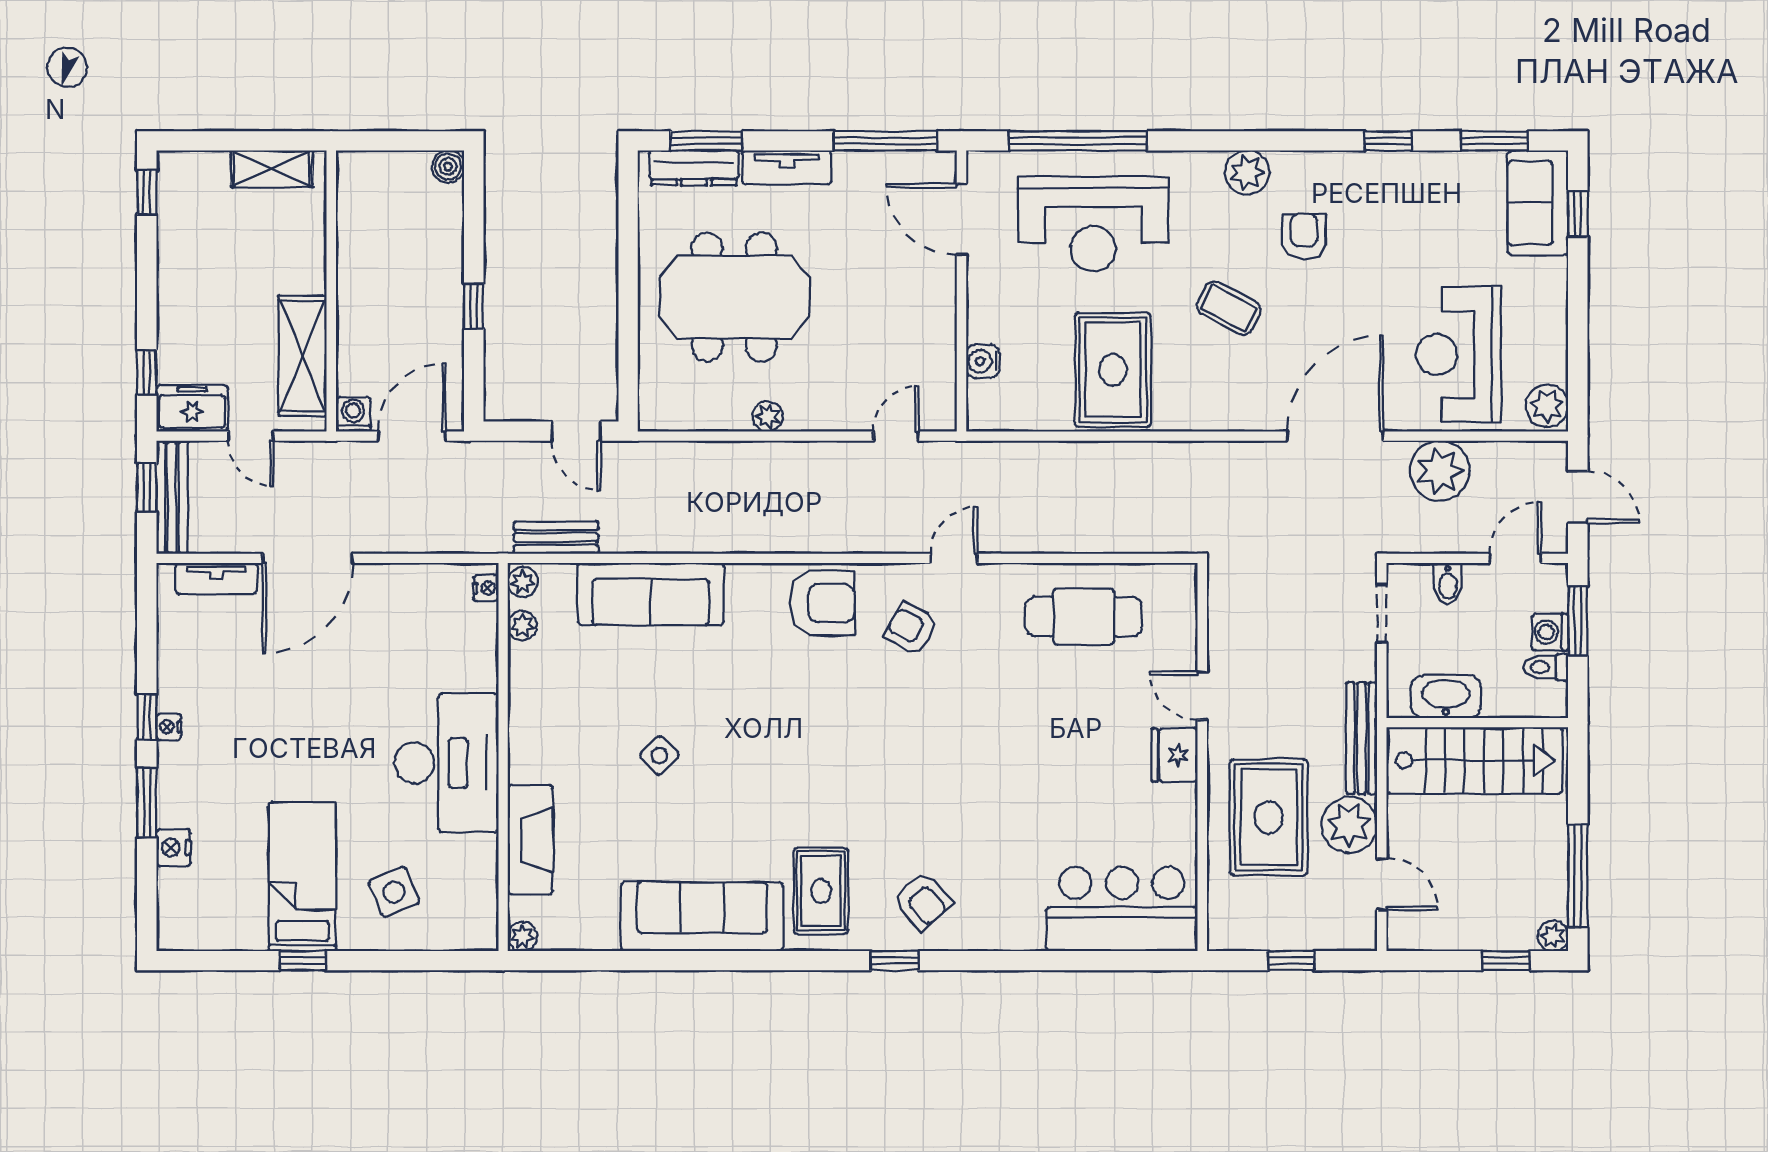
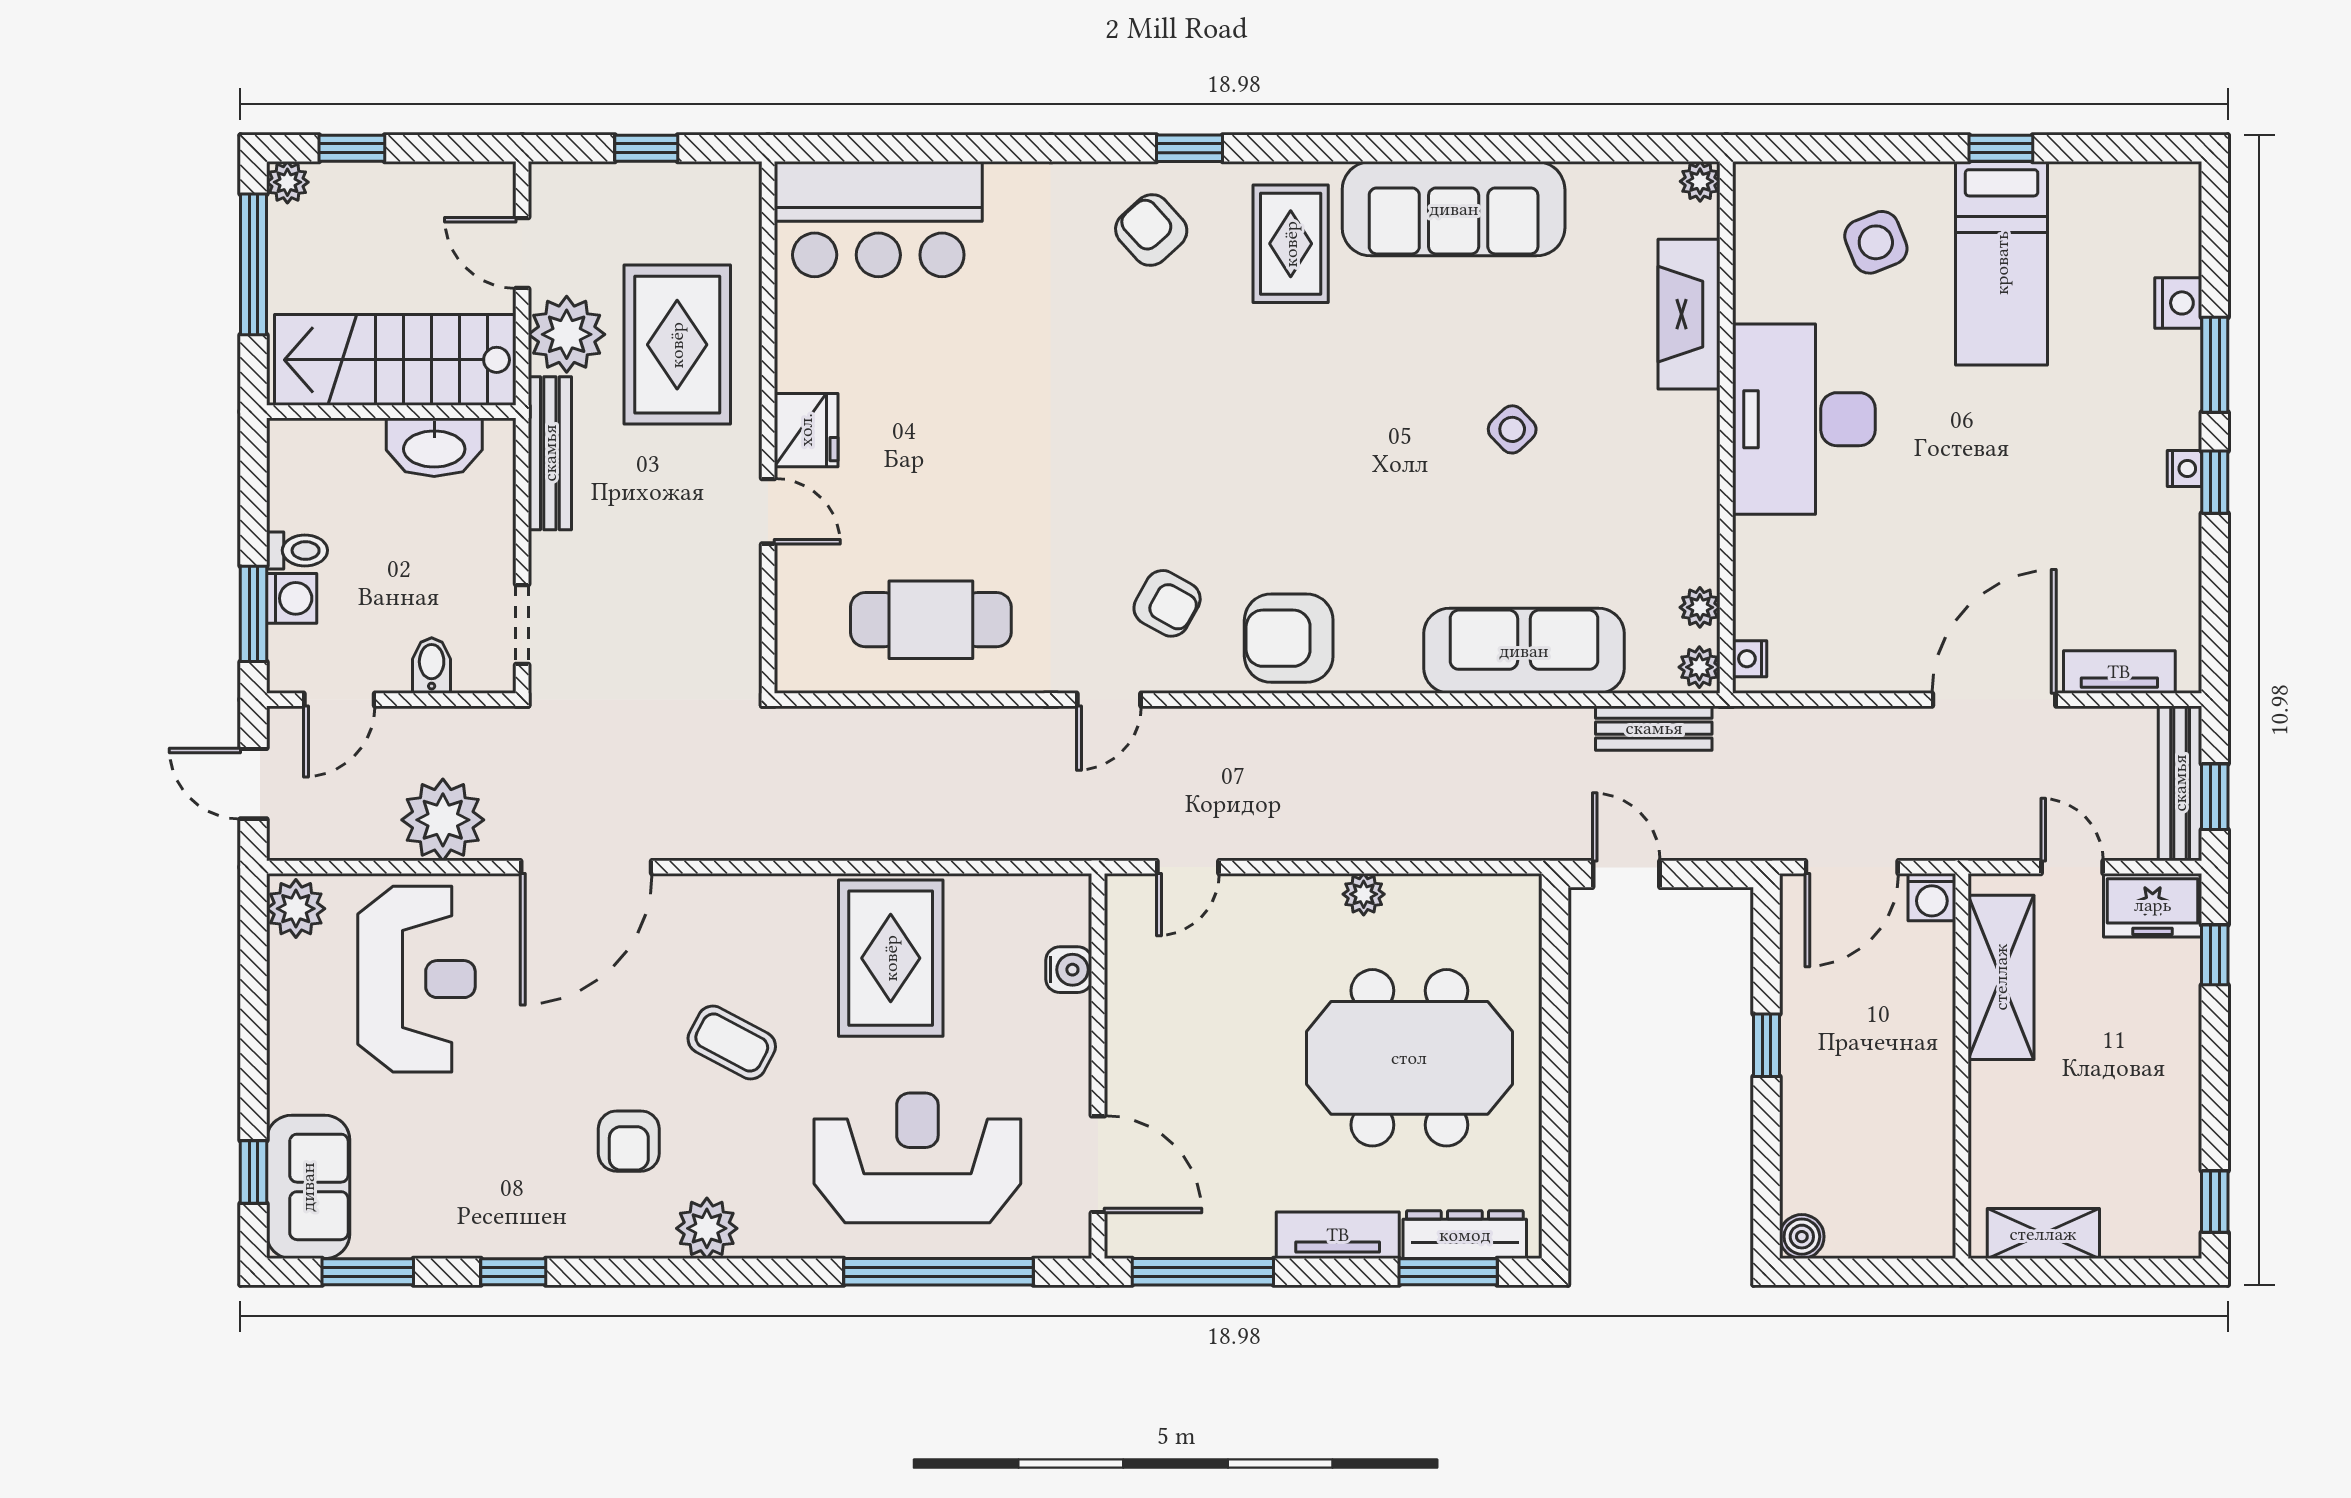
washbasin: (1446, 697) -> (434, 447), moved
wall: (1477, 723) -> (391, 412), moved
stairs: (1474, 760) -> (395, 360), moved

